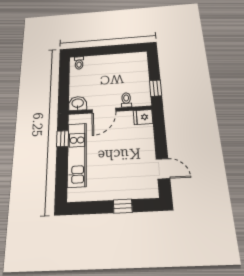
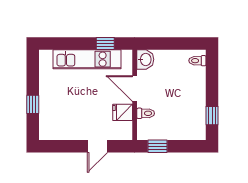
window: (125, 49) -> (212, 116), added
fridge: (143, 117) -> (123, 112), moved, turned -90
door: (163, 169) -> (98, 146), moved

